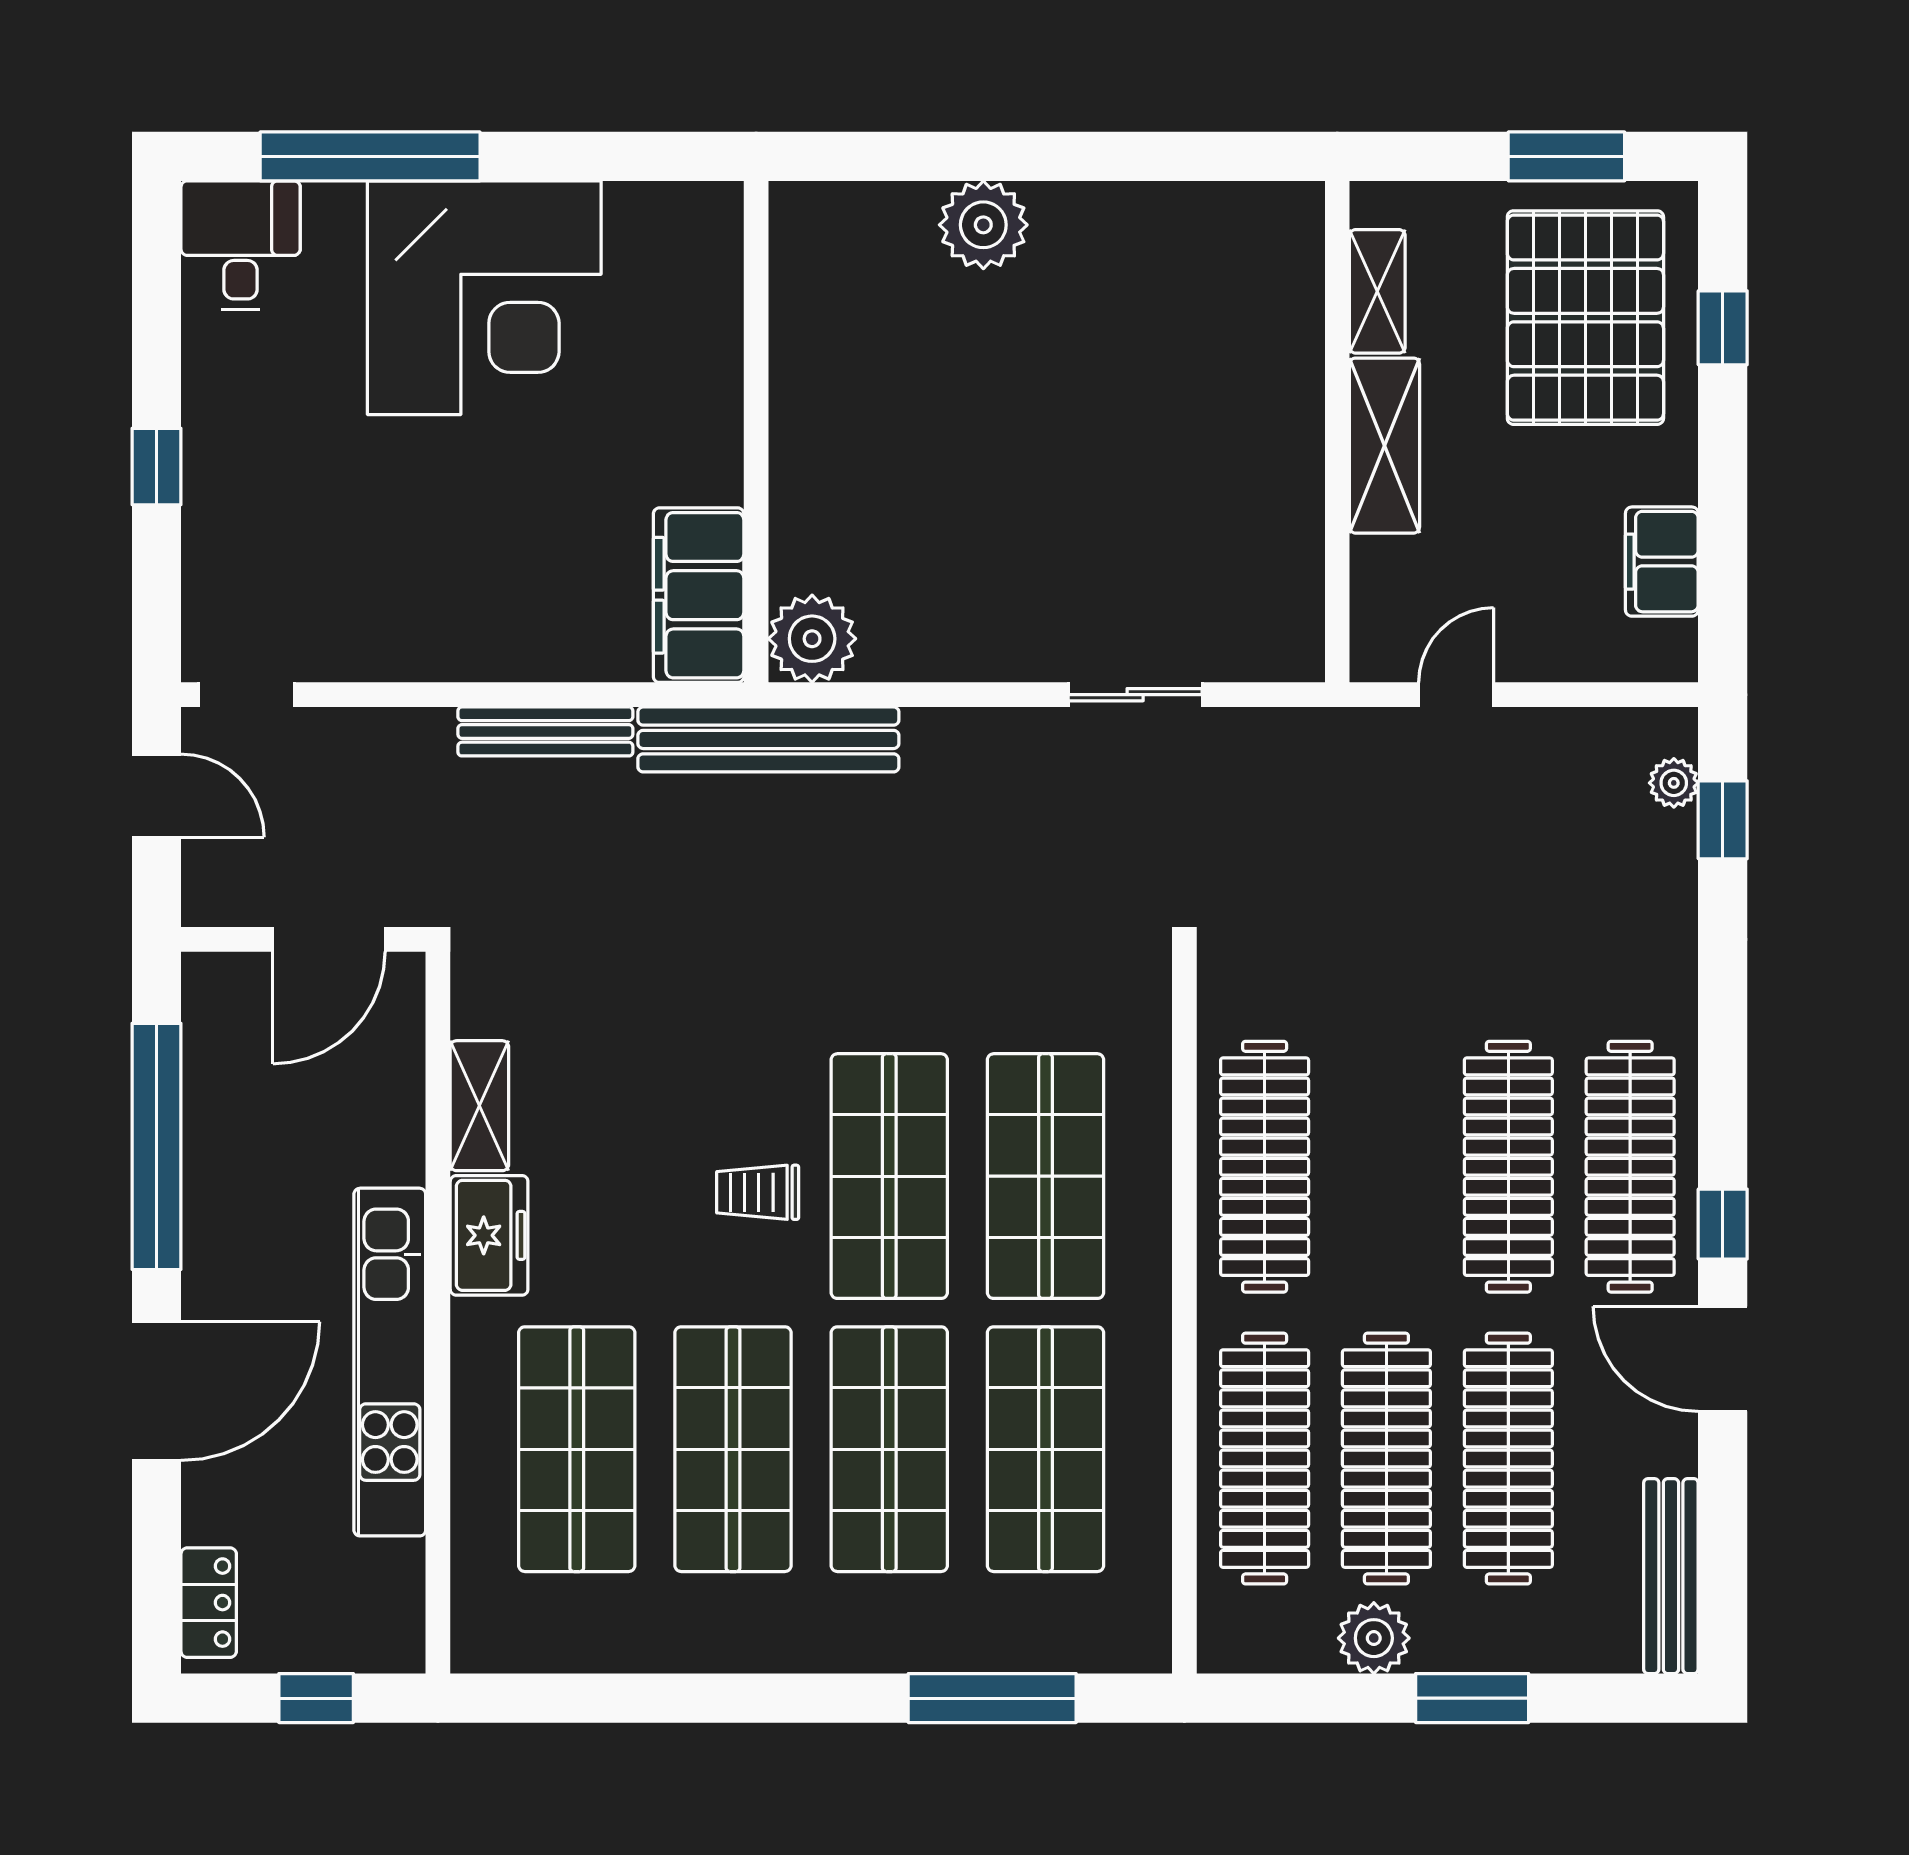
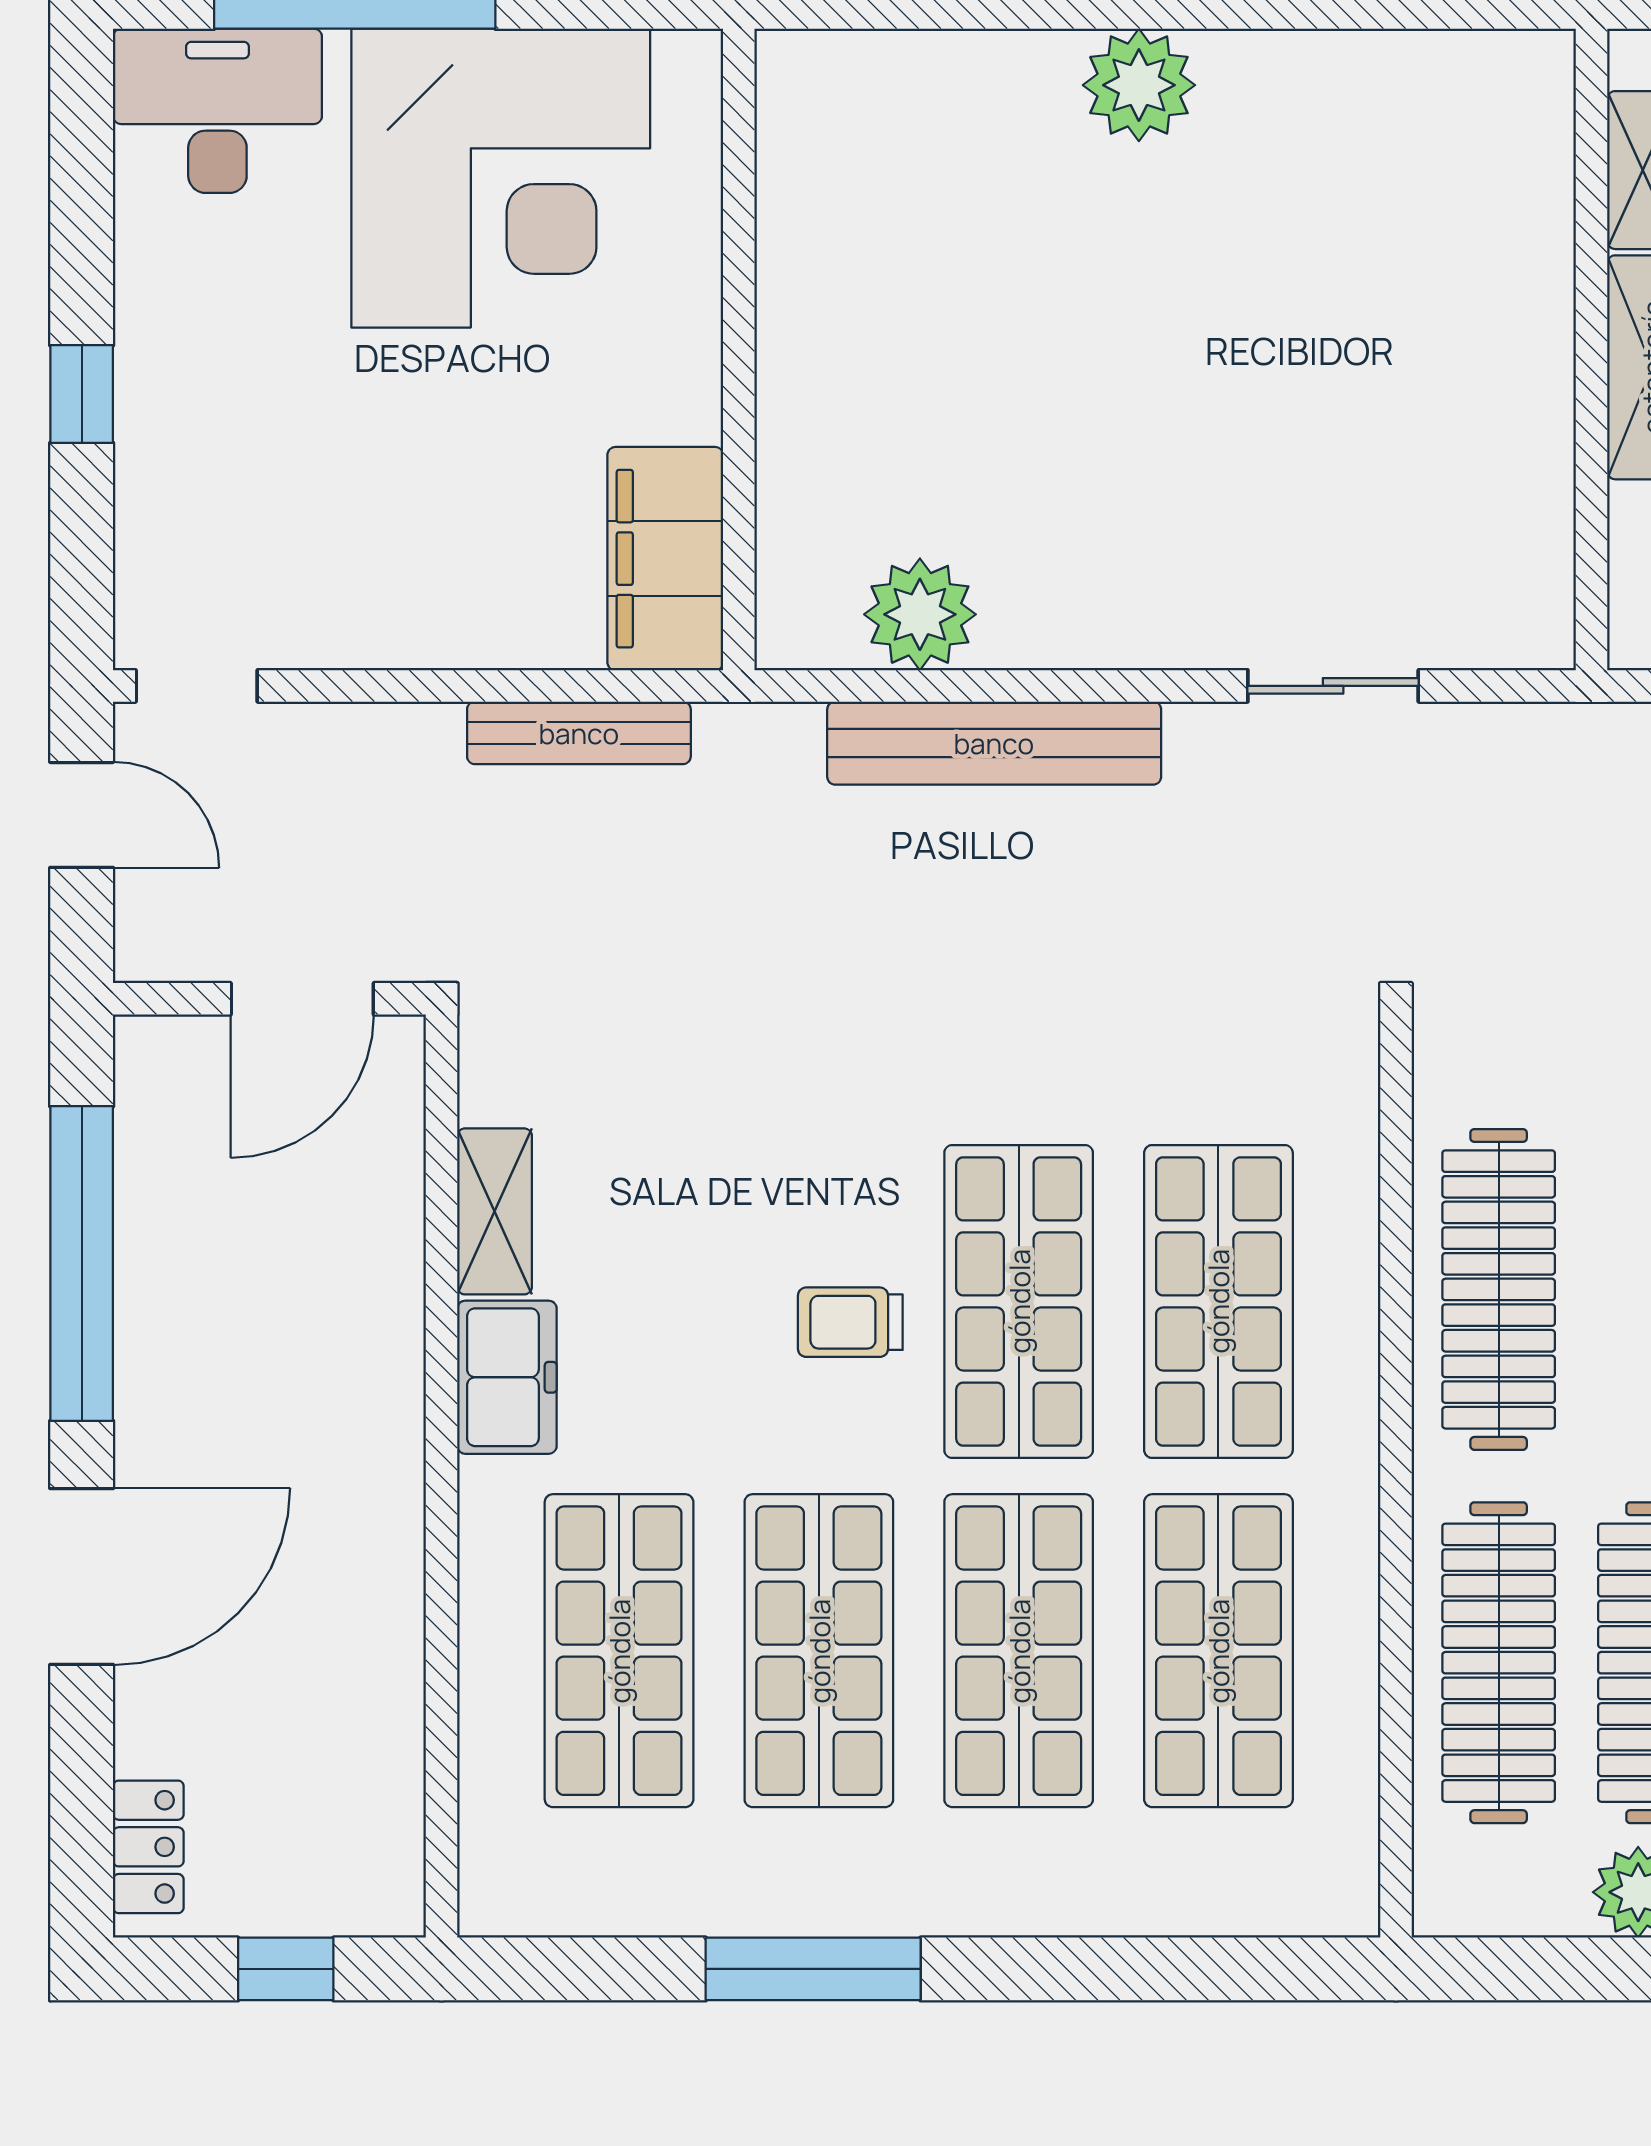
desk: (241, 245) -> (217, 111), width x1.37
wall: (756, 432) -> (739, 350), moved
filing cabinet: (699, 595) -> (665, 559), moved
bench: (768, 739) -> (994, 743), moved
kitchen unit: (390, 1362) -> (380, 1539), removed
window: (992, 1698) -> (813, 1969), moved

